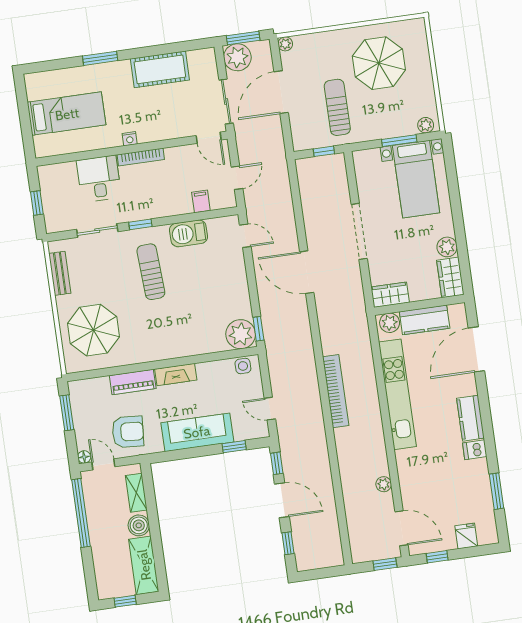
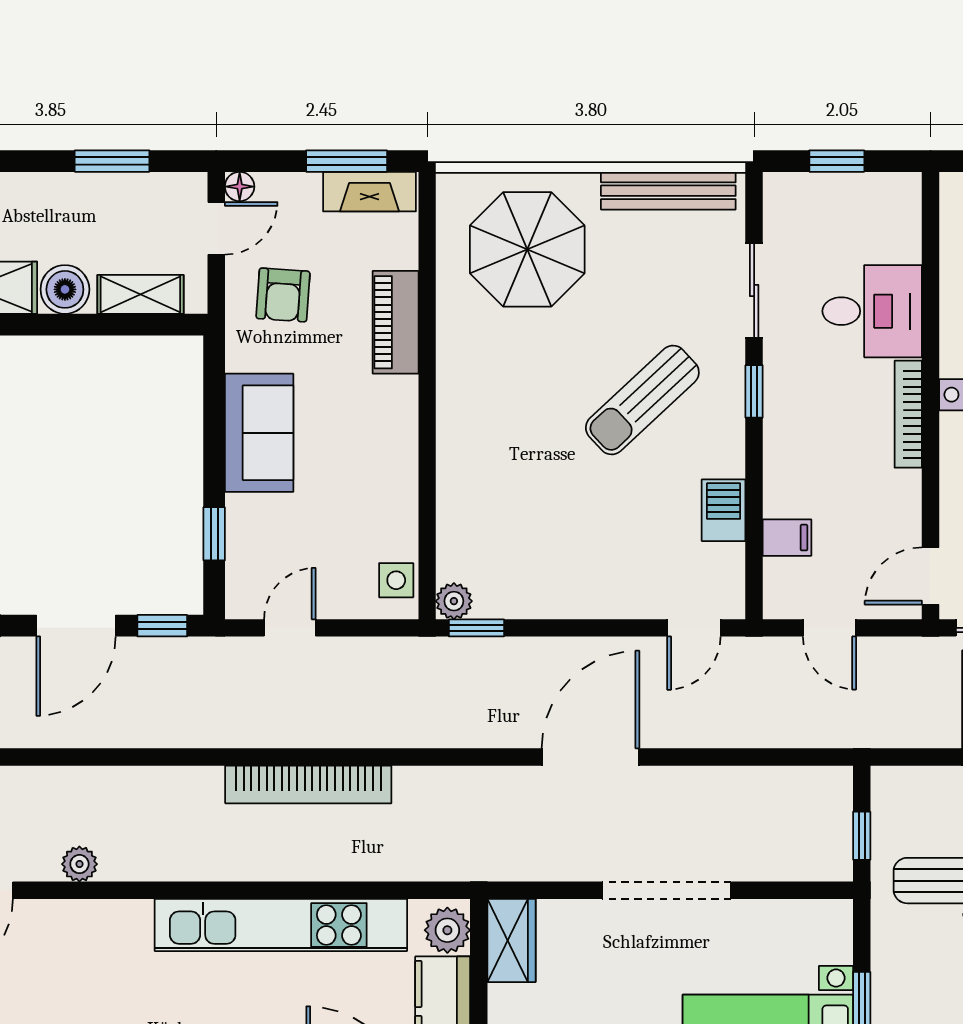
barbecue: (189, 233) -> (724, 510), width x0.73, depth x0.79
sun lounger: (151, 272) -> (642, 400), turned 140
bench: (60, 273) -> (668, 191), width x1.36
plant: (241, 334) -> (454, 601), width x0.53, depth x0.53
fireplace: (176, 374) -> (370, 192), moved, turned -90
armchair: (128, 432) -> (283, 295), width x0.72, depth x0.72
sofa: (197, 432) -> (259, 433), width x0.73
window: (81, 513) -> (112, 161), width x0.47

